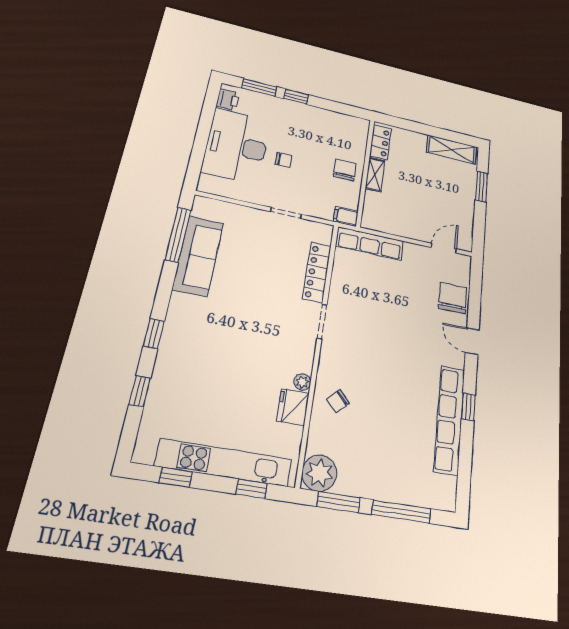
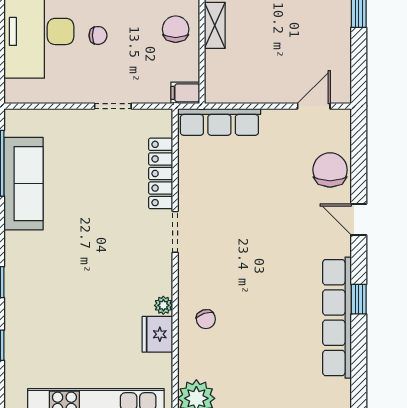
chair: (338, 401) -> (206, 319), turned -64

